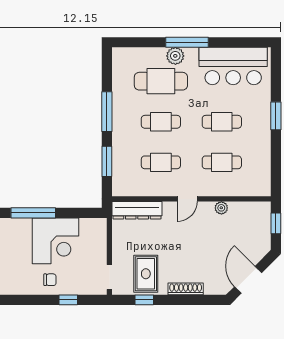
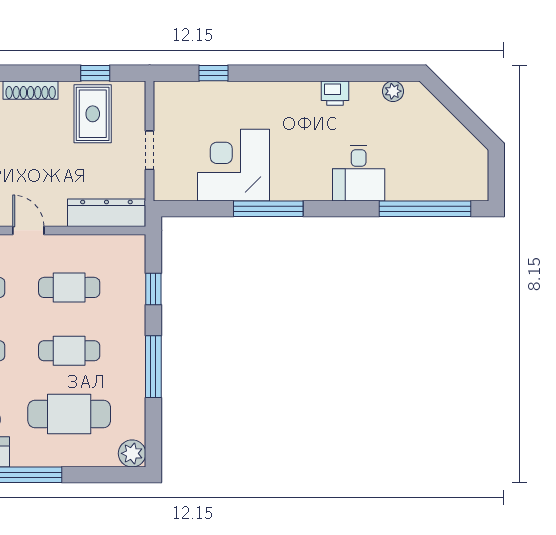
plant: (175, 56) -> (132, 453), moved
window: (107, 161) -> (153, 289), width x0.67
door: (187, 199) -> (28, 230), hinge flipped
doorway: (109, 277) -> (150, 150), moved
chair: (50, 280) -> (242, 105), removed

